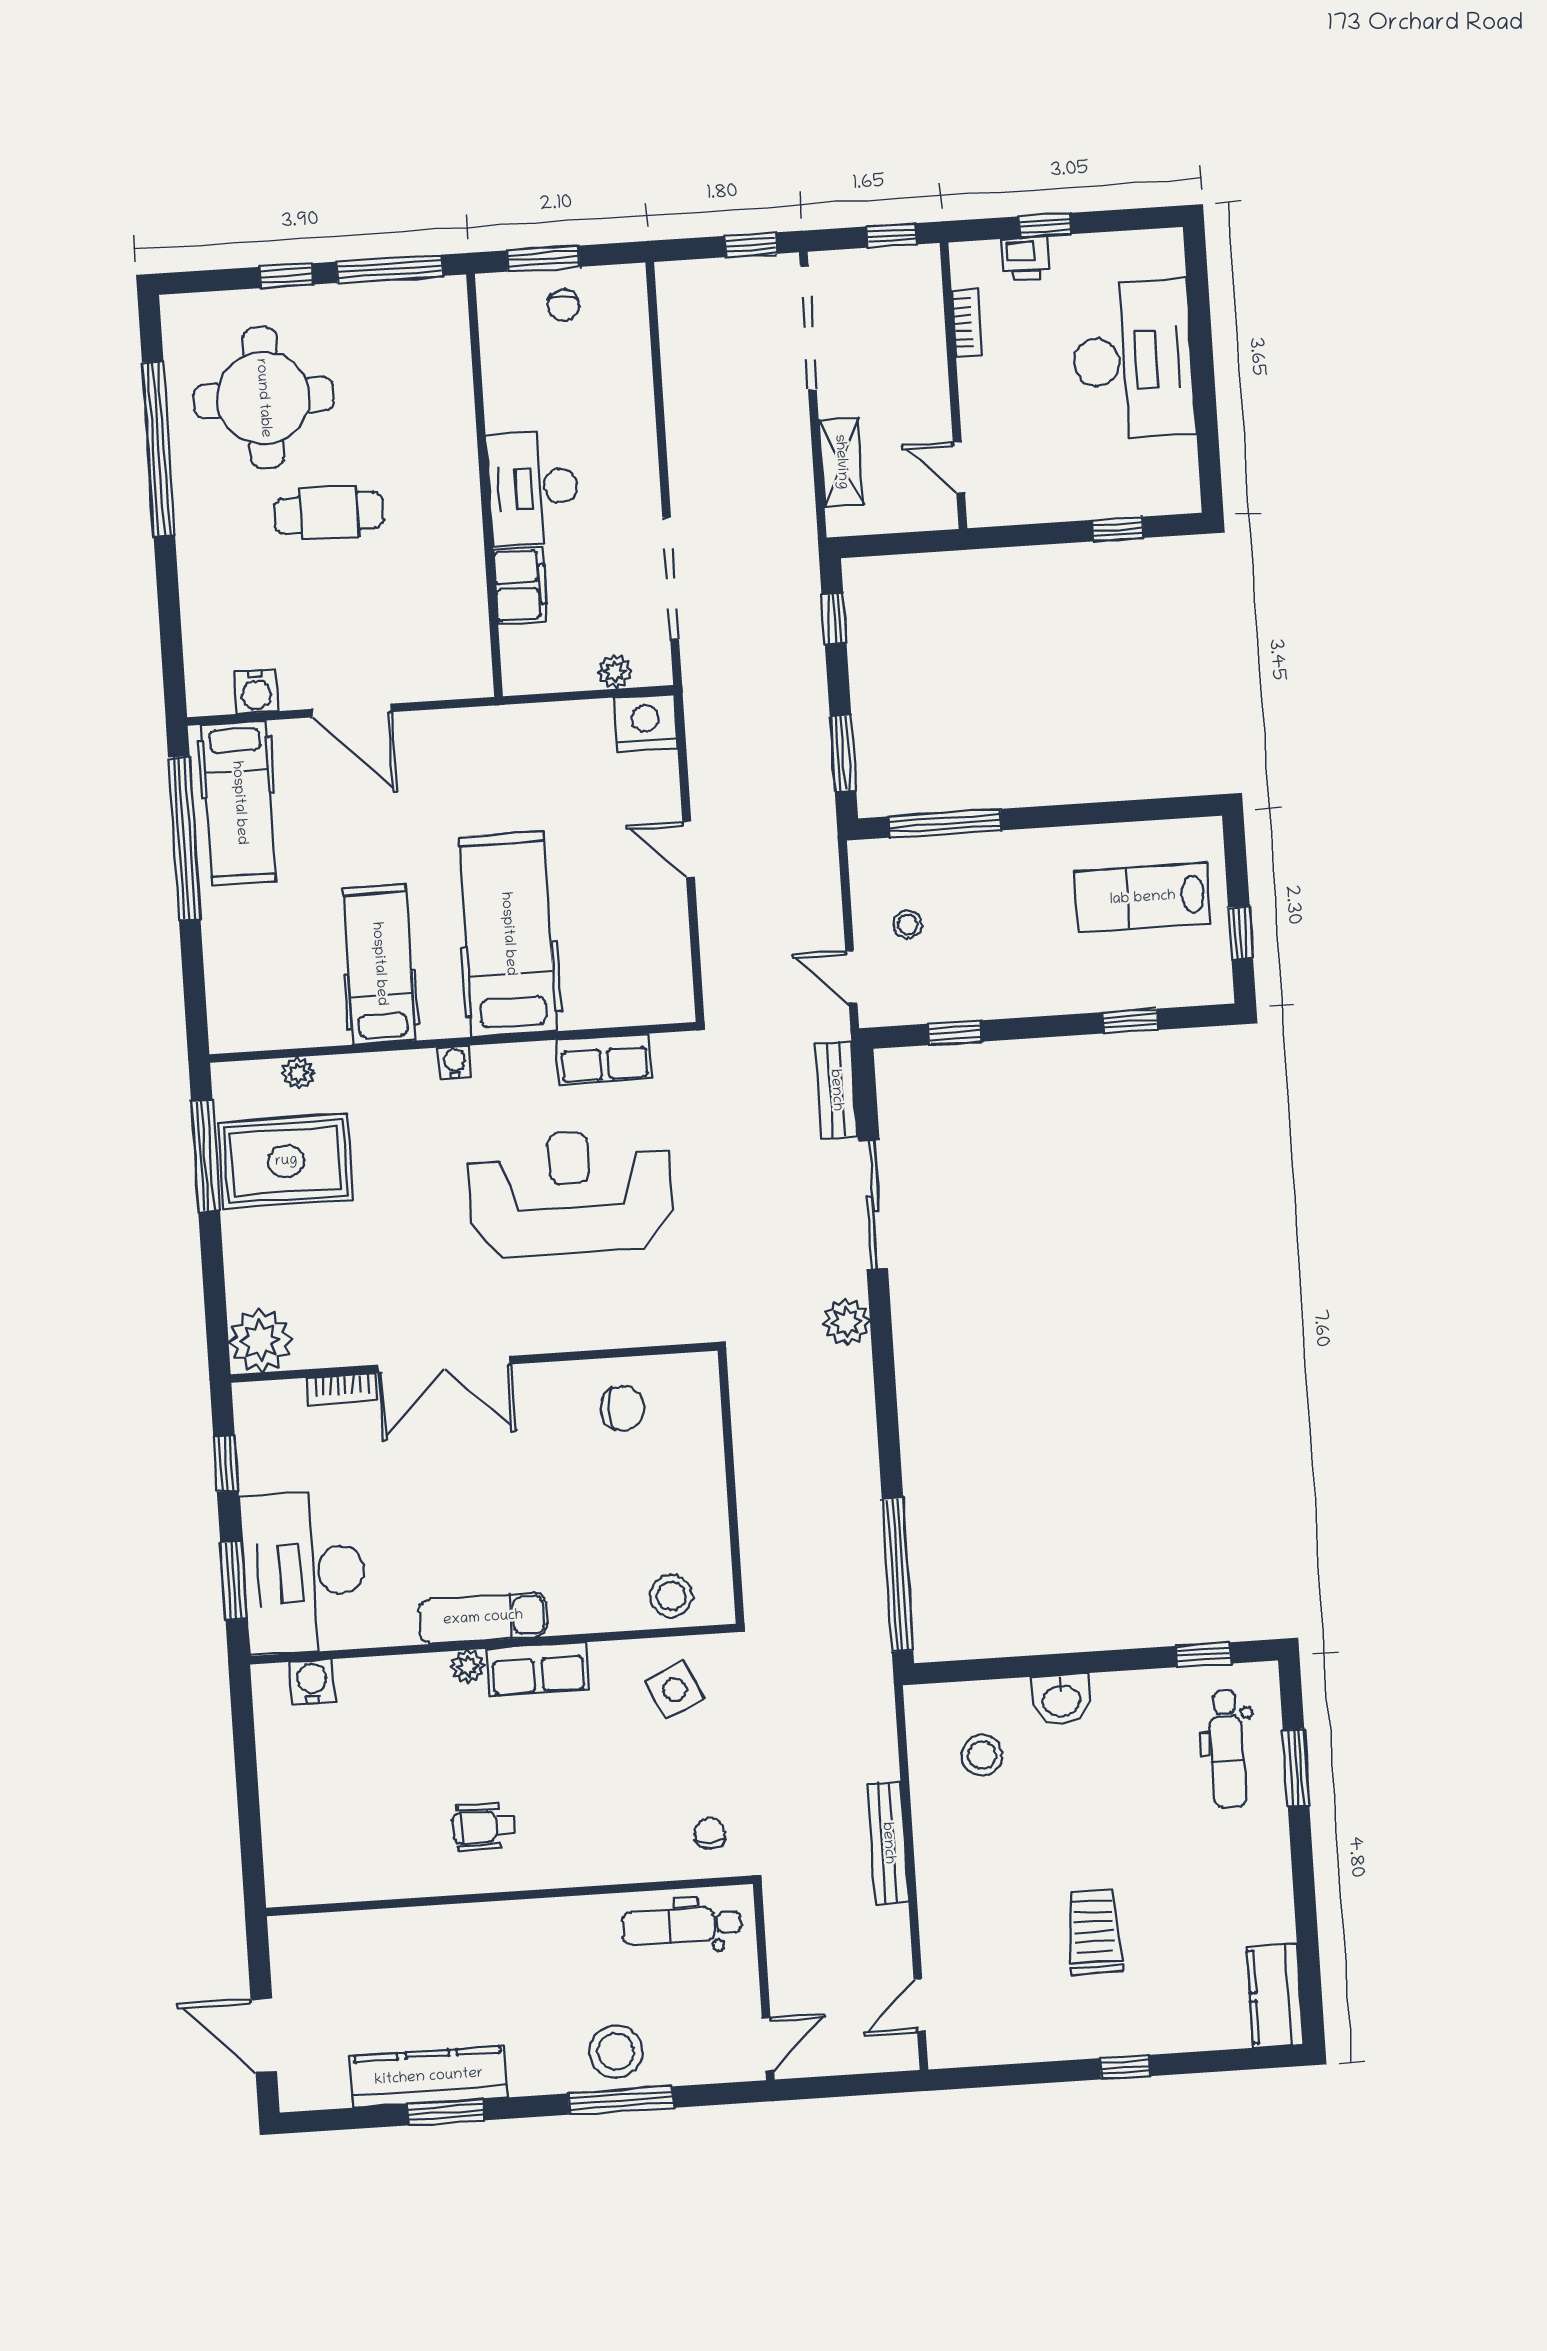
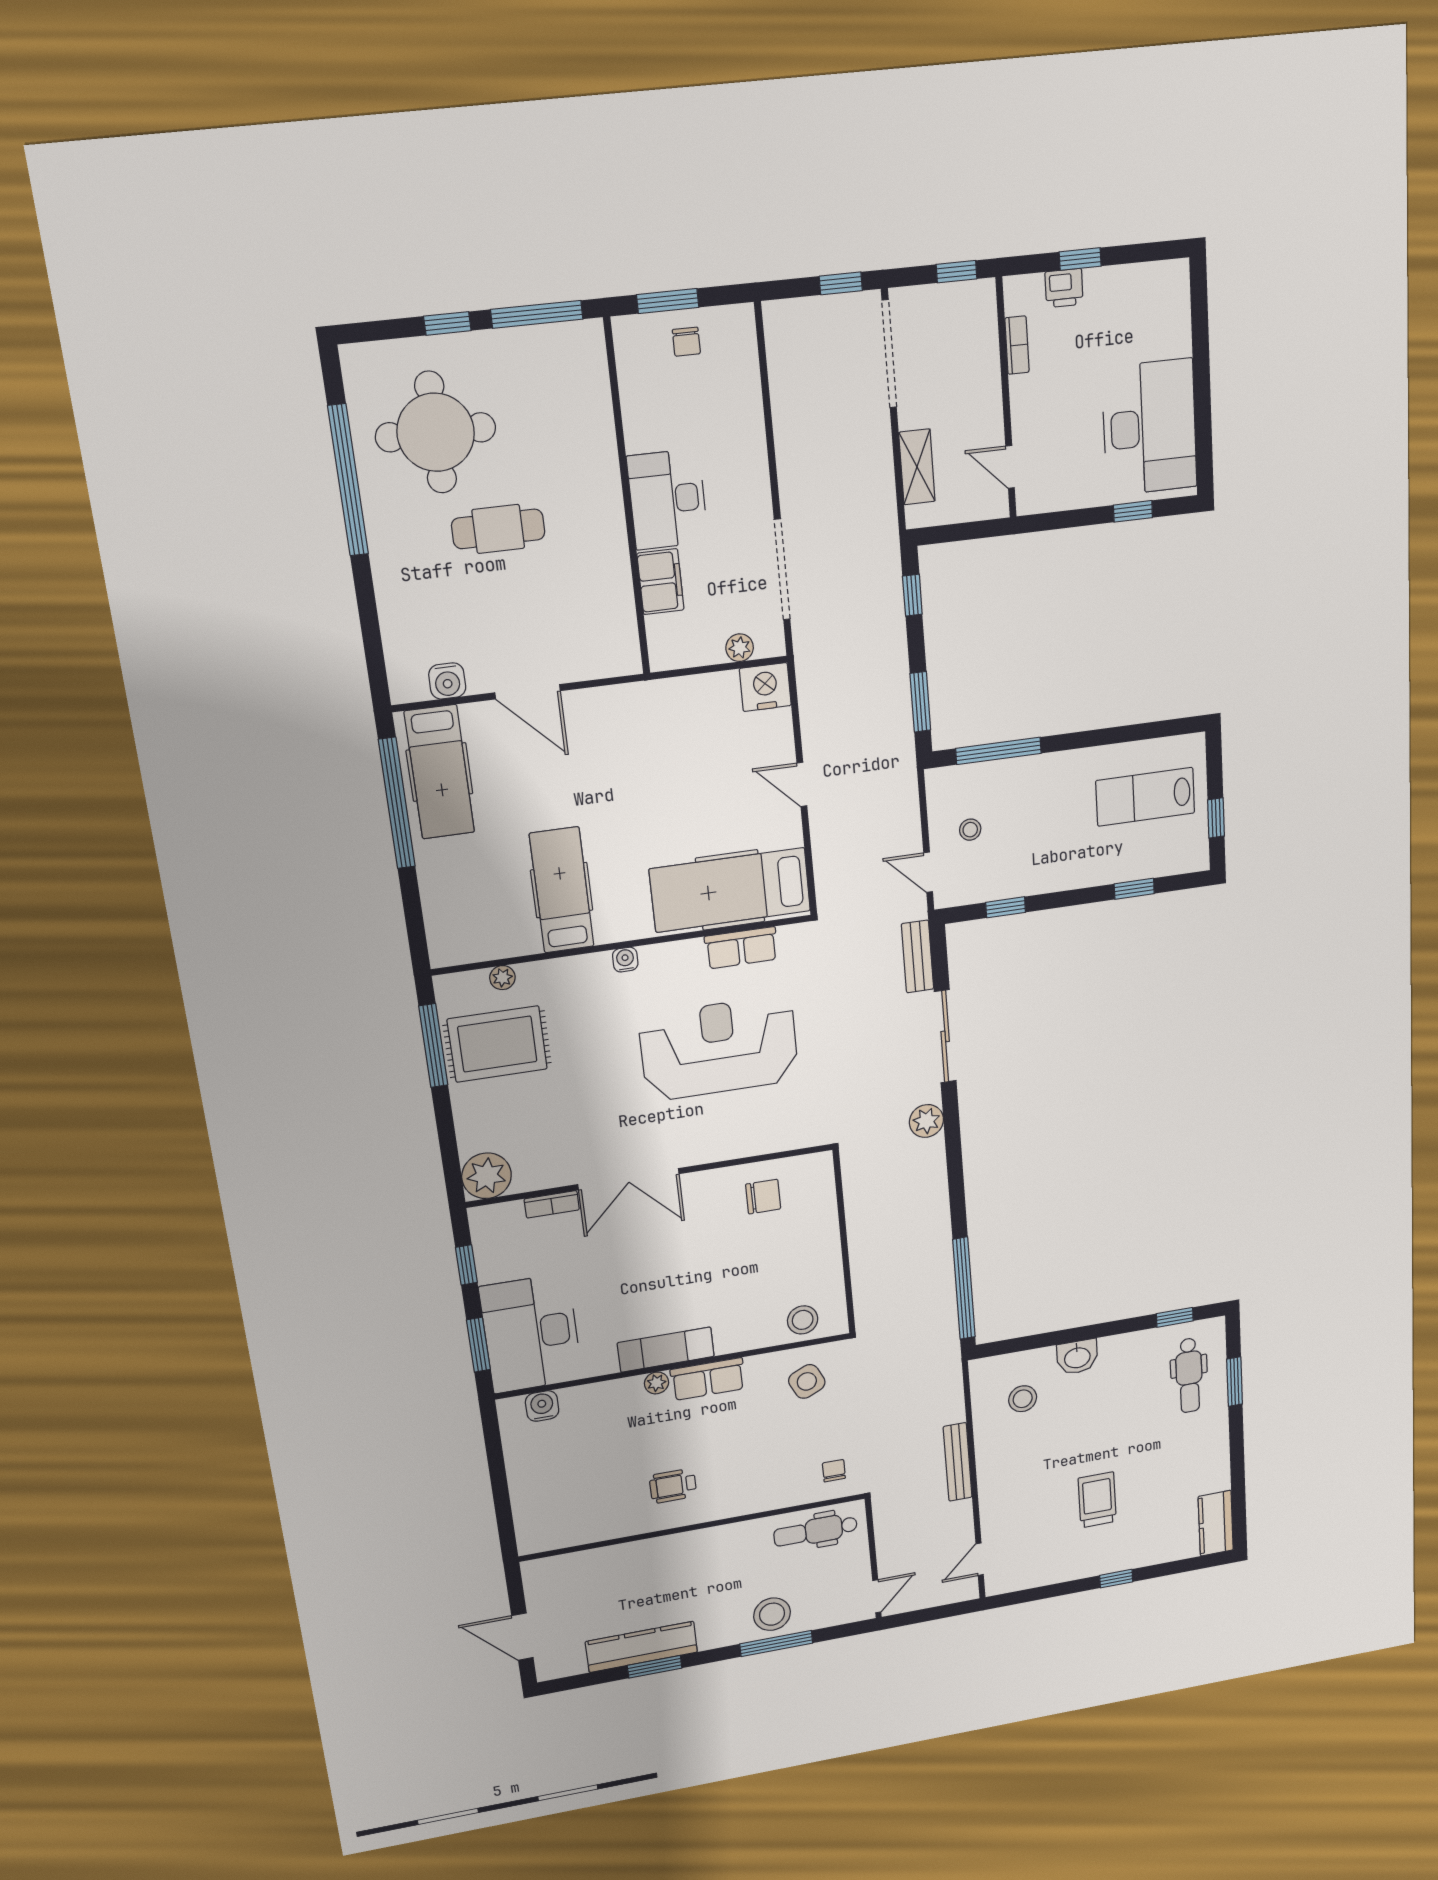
desk: (1133, 360) -> (1150, 427), moved
hospital bed: (508, 934) -> (730, 890), moved, turned -90

